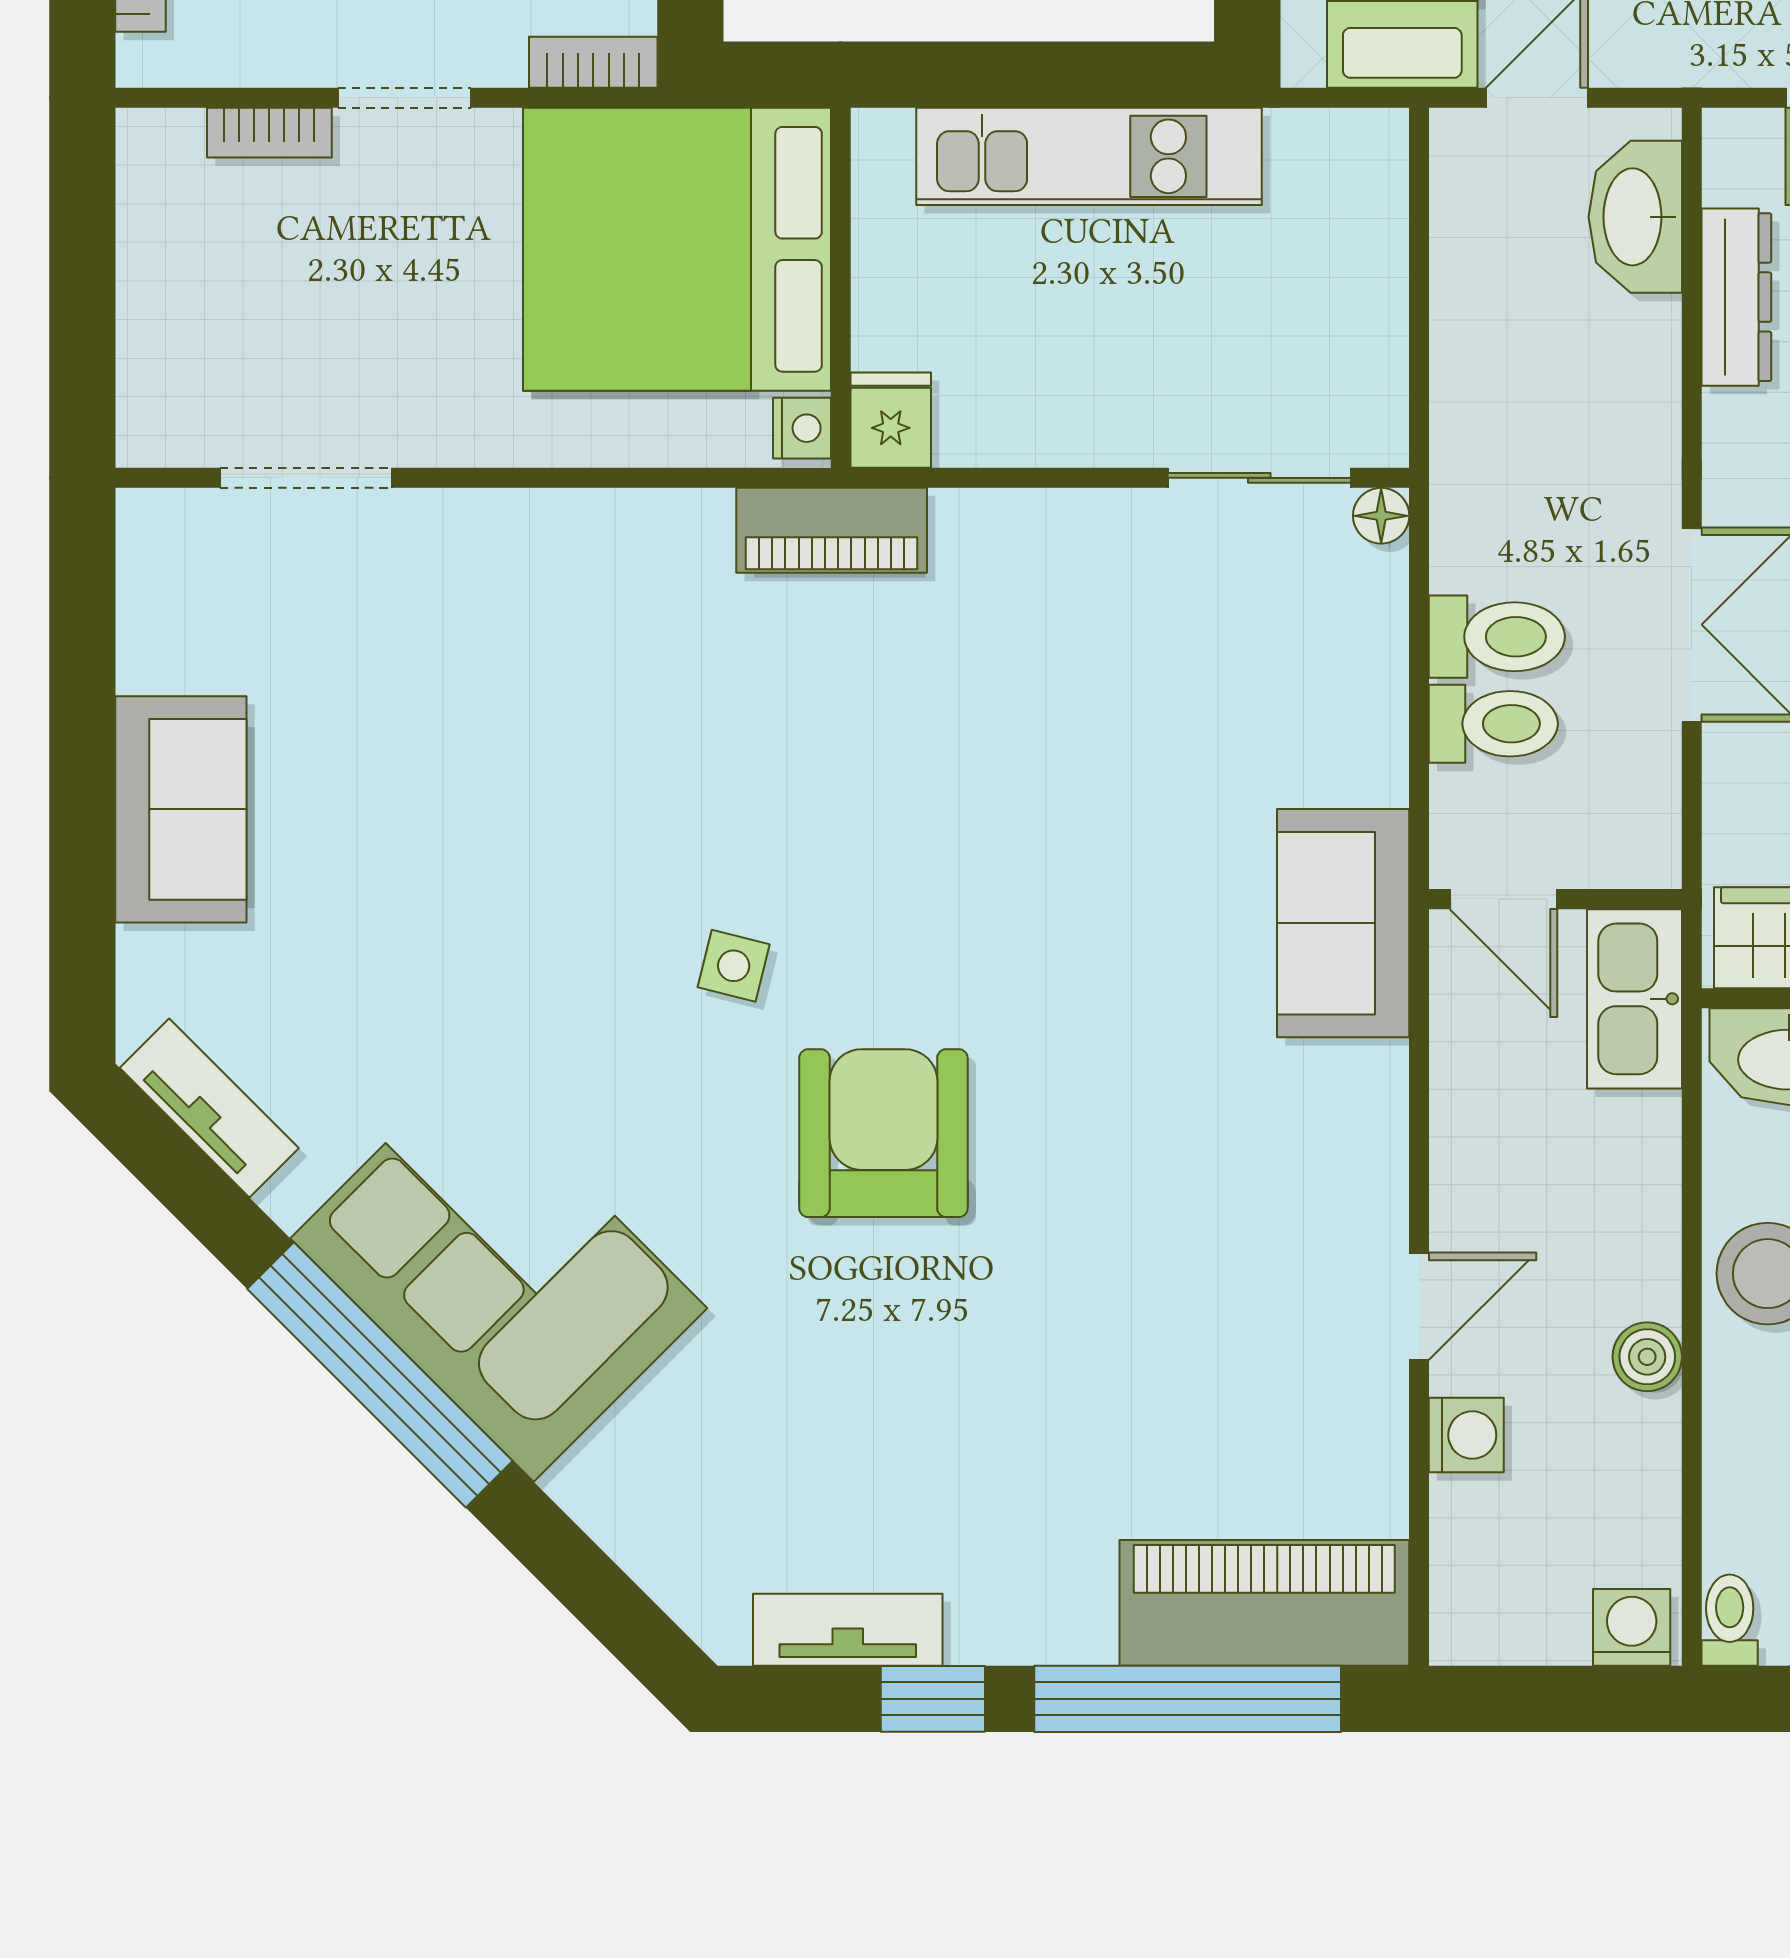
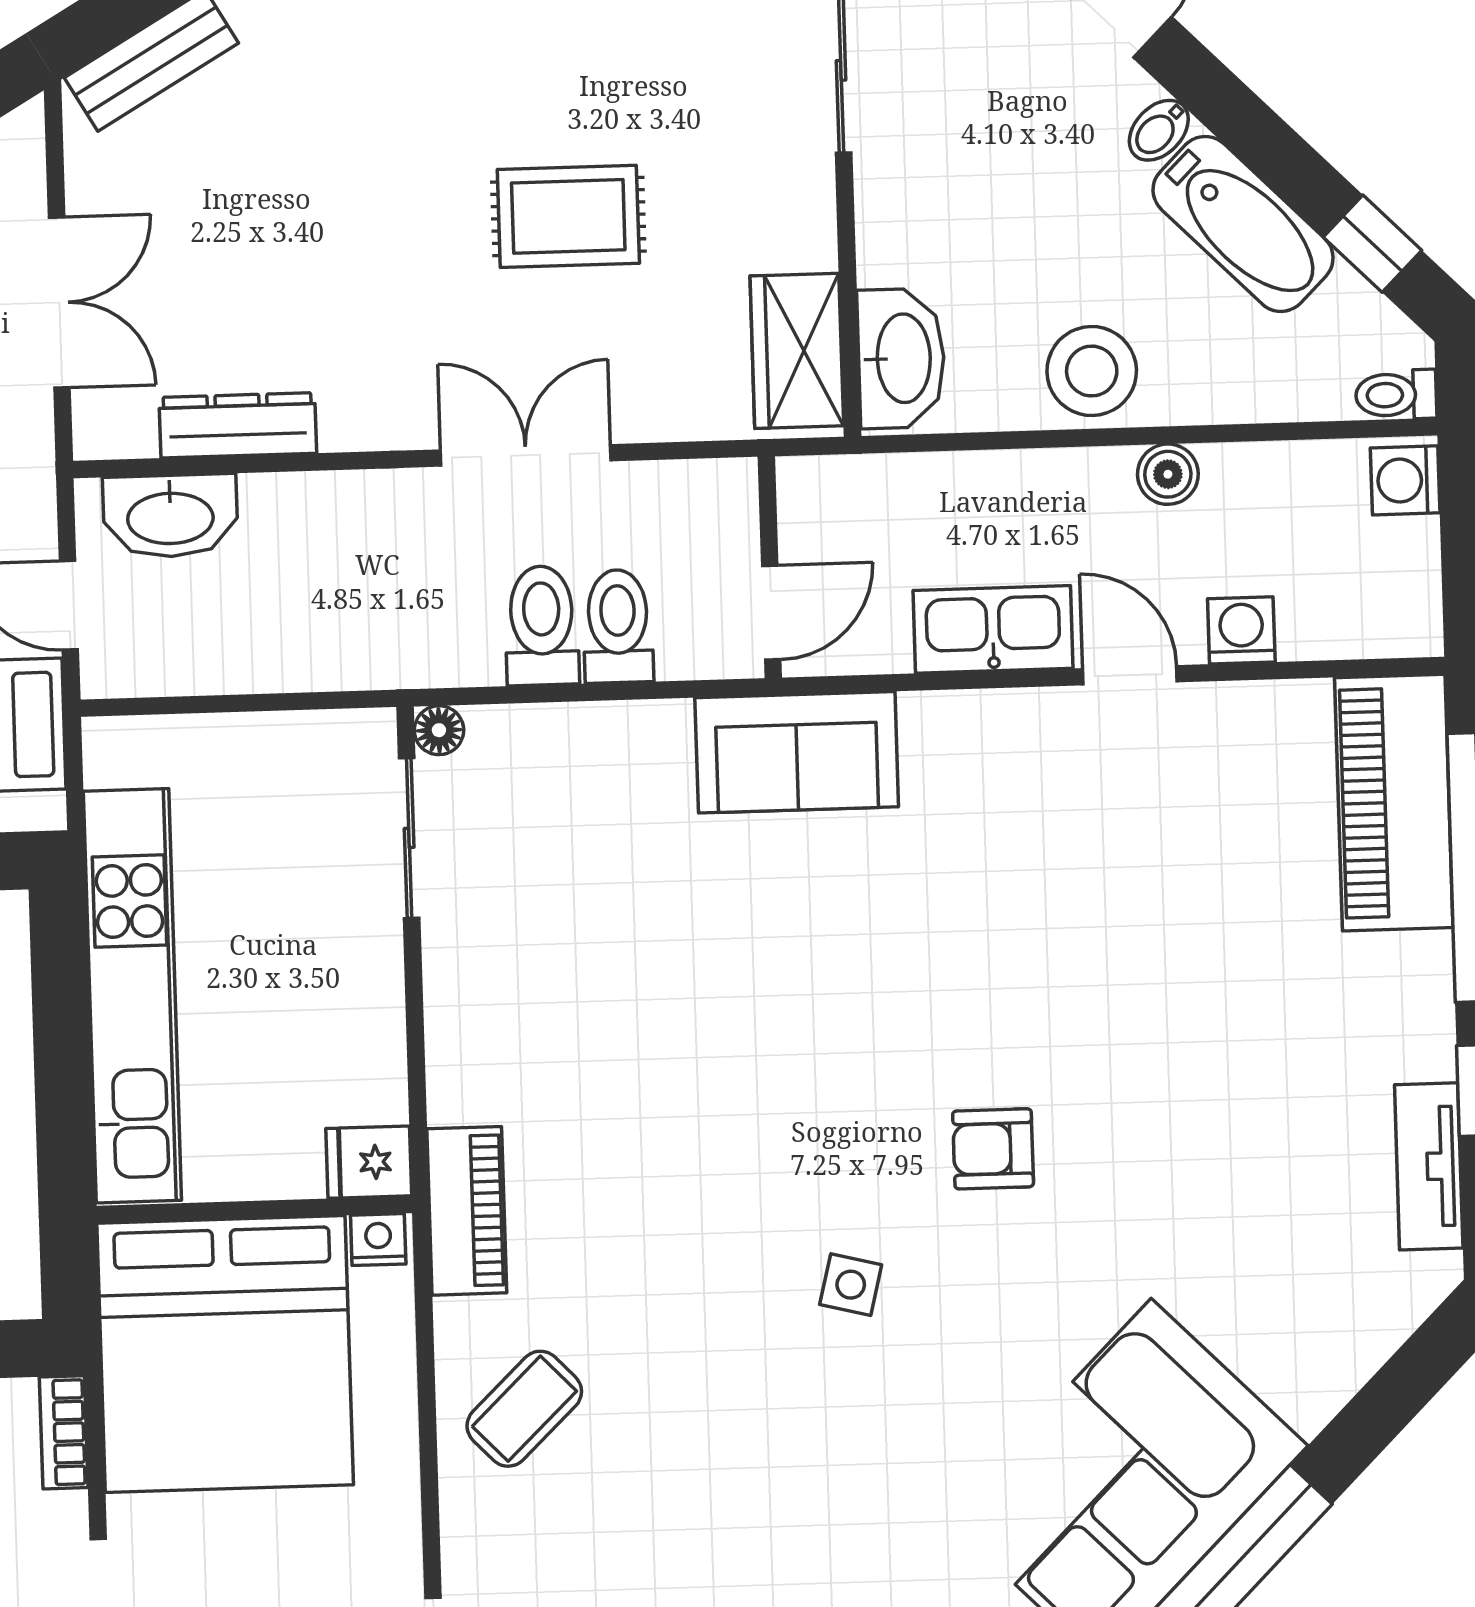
kitchen unit: (1089, 156) -> (132, 996), width x1.36
coffee table: (604, 589) -> (524, 1409), added
kitchen sink: (1634, 999) -> (993, 629), moved, turned 180
armchair: (883, 1133) -> (993, 1149), width x0.53, depth x0.53

